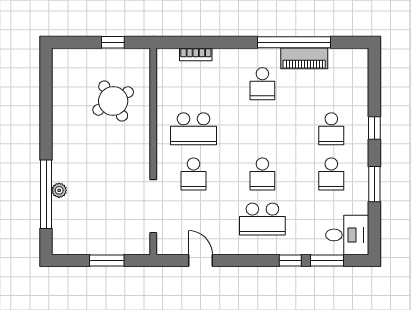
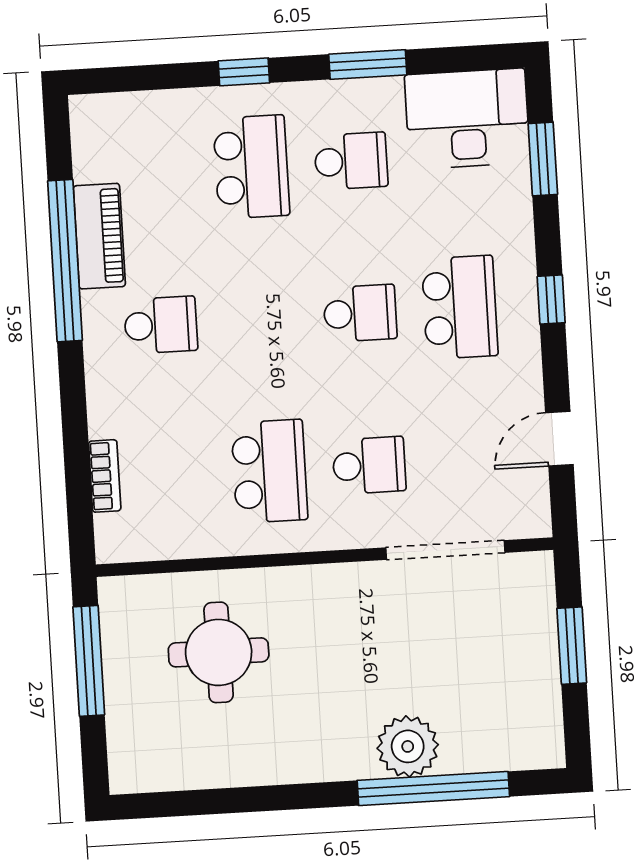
window: (113, 42) -> (89, 661), width x2.17
round table: (113, 101) -> (219, 652), turned 31
school desk: (331, 129) -> (251, 167), width x1.85
plant: (59, 190) -> (408, 746), width x1.88, depth x1.88
desk: (347, 235) -> (467, 119), width x1.37
window: (290, 261) -> (551, 300), moved

